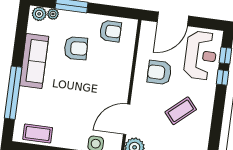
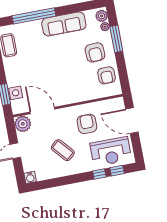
armchair: (76, 48) -> (95, 52), moved

